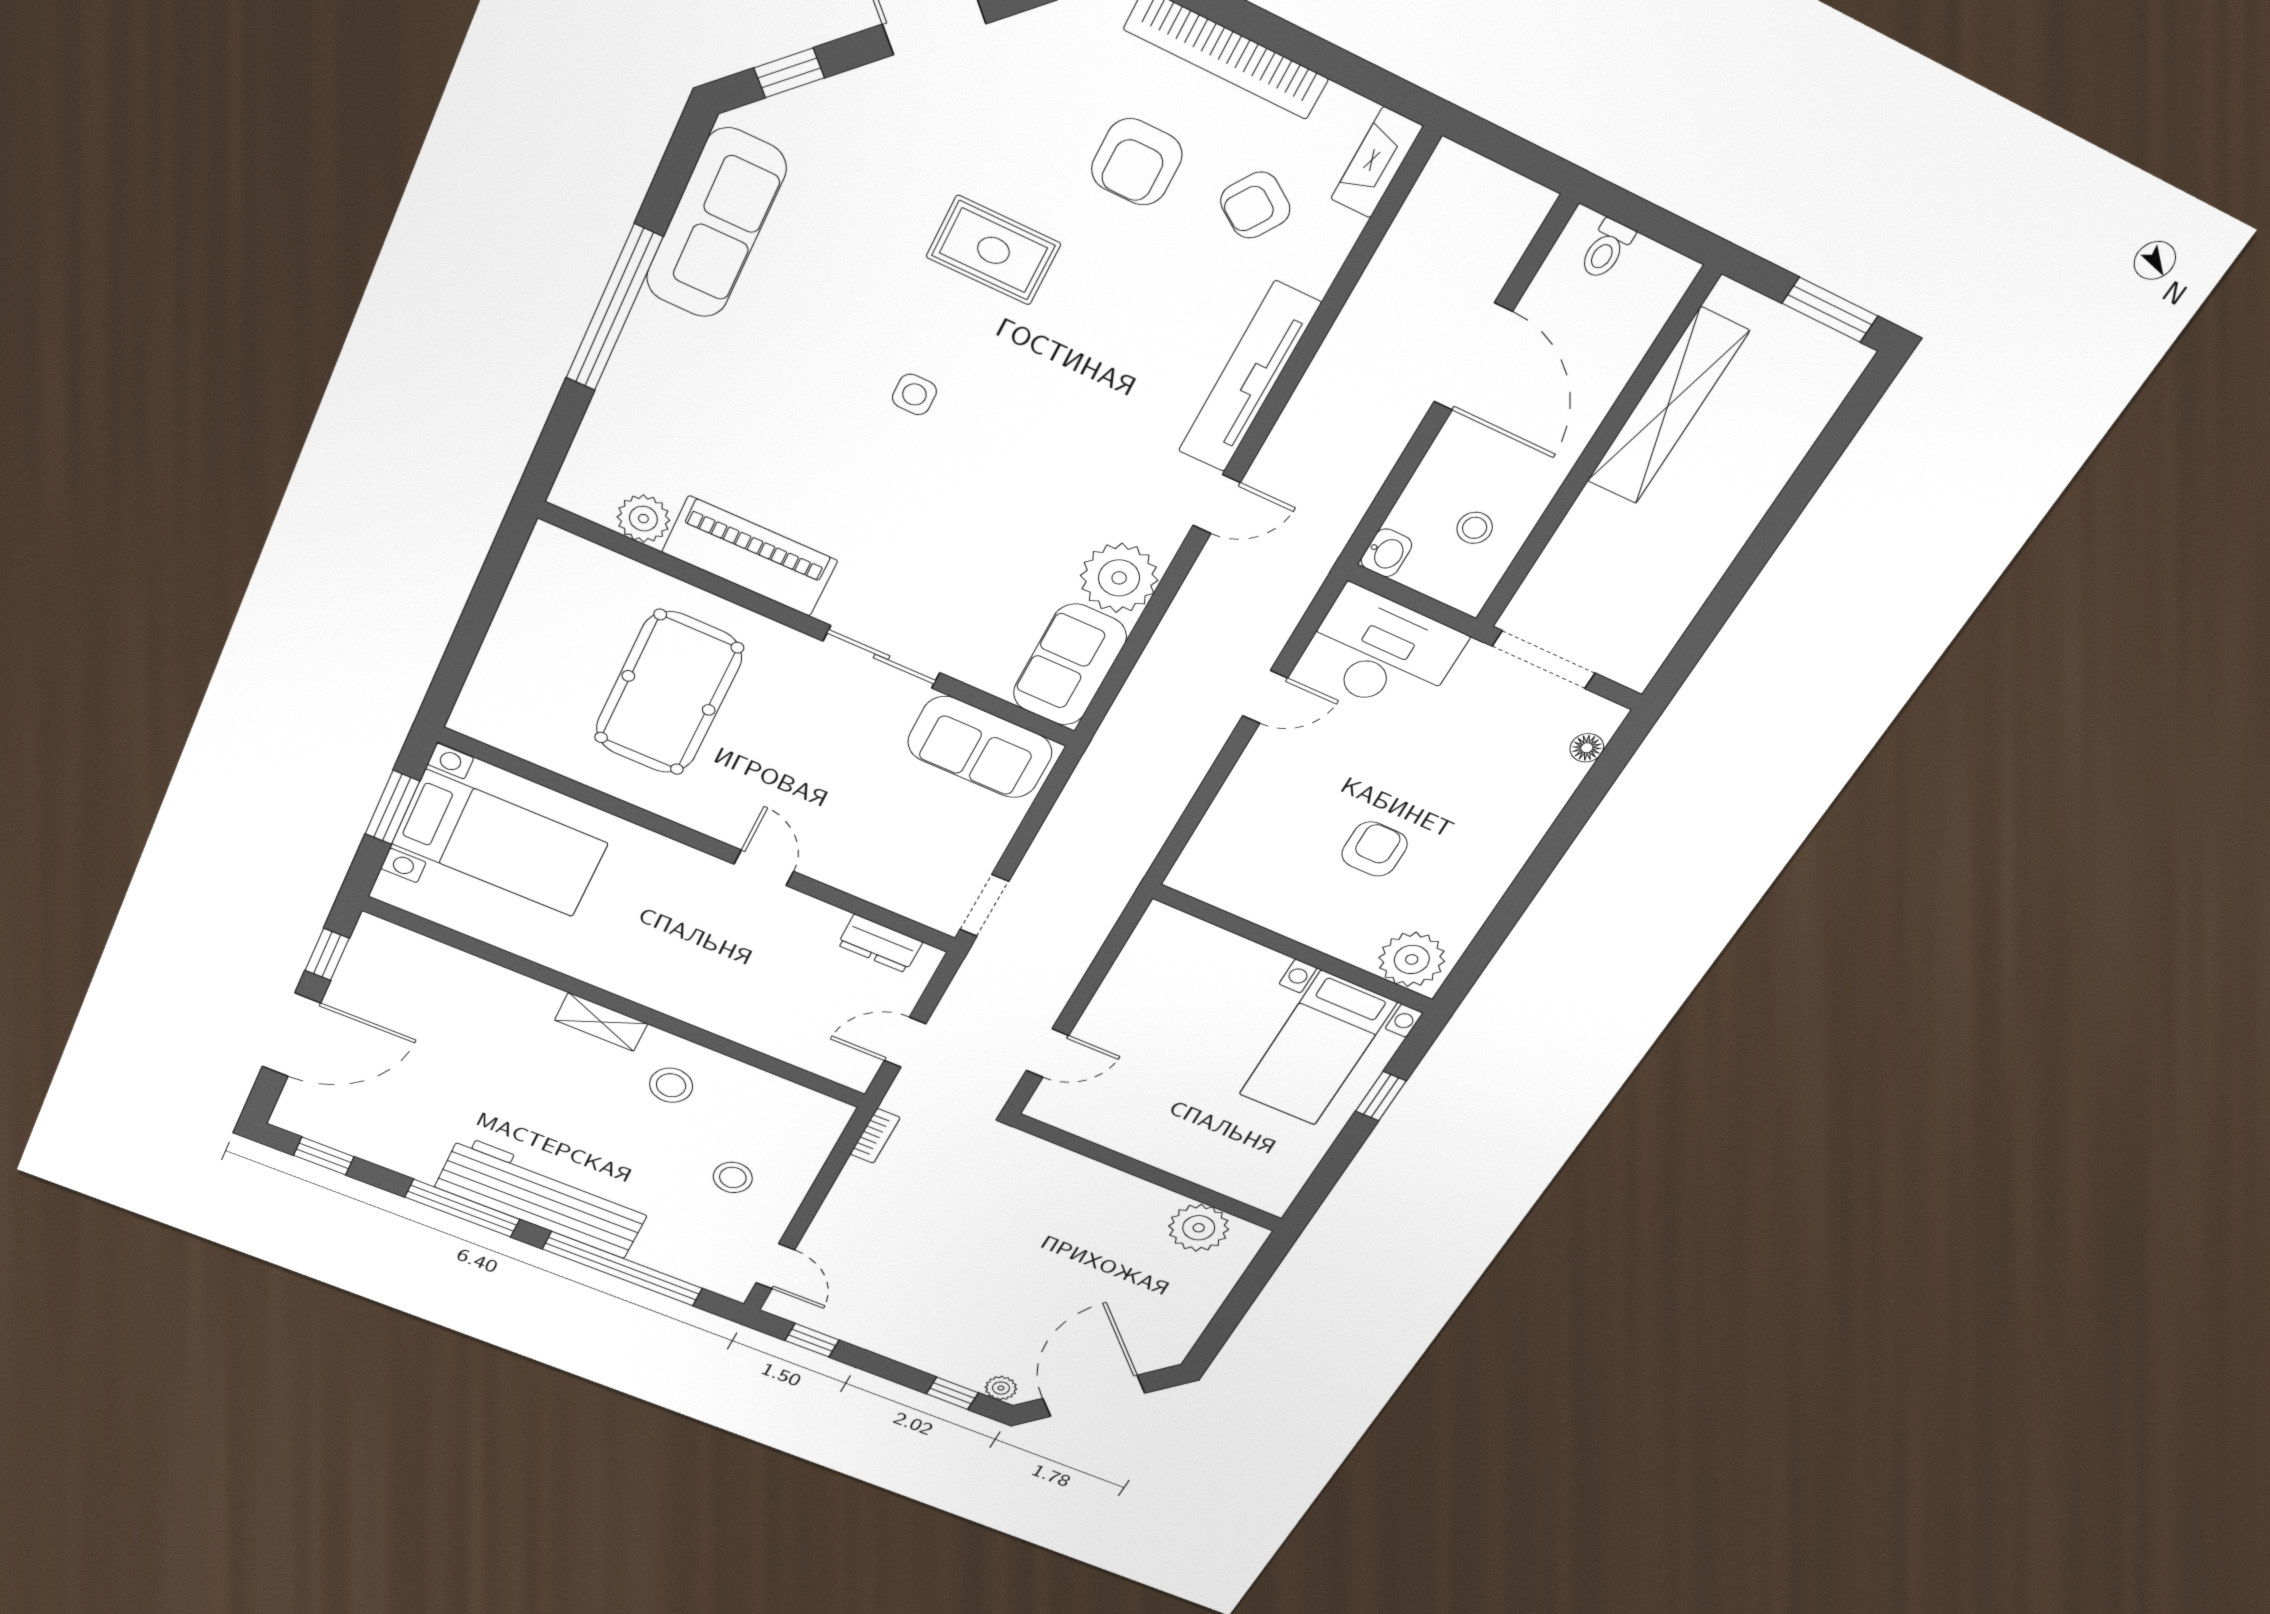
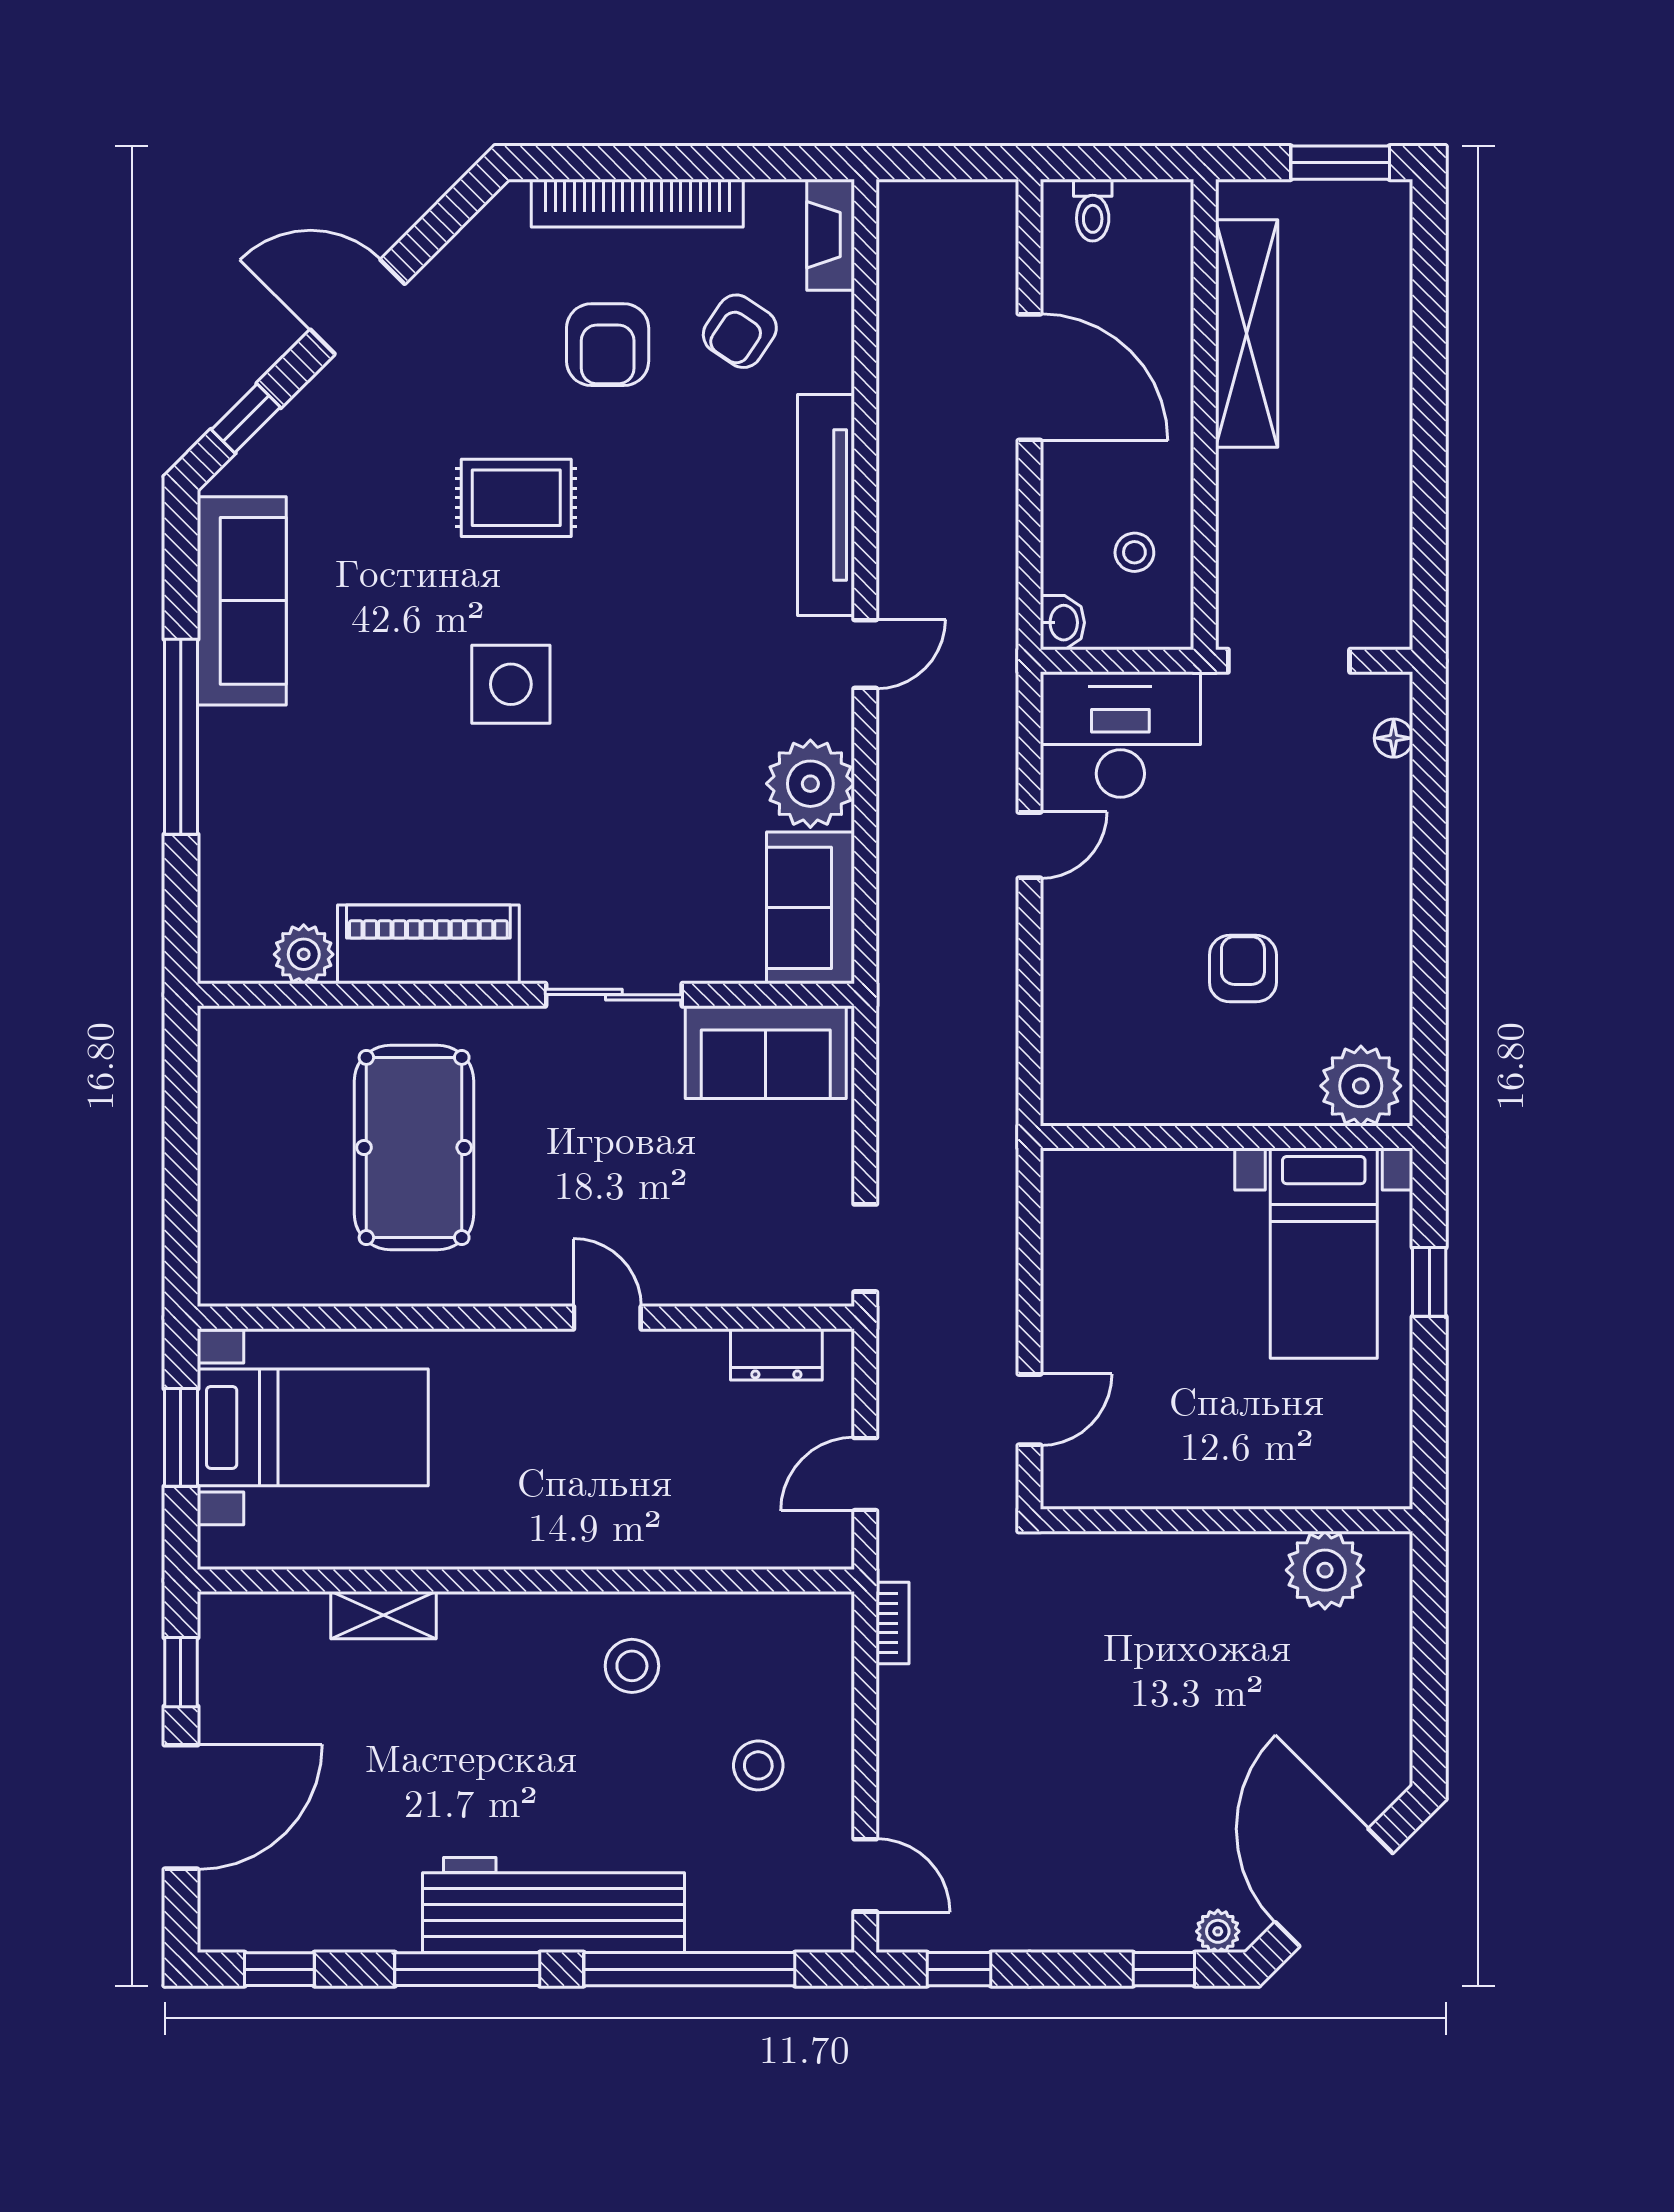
side table: (914, 394) -> (511, 684), width x1.87, depth x1.87
shelving: (601, 1022) -> (383, 1615), moved

